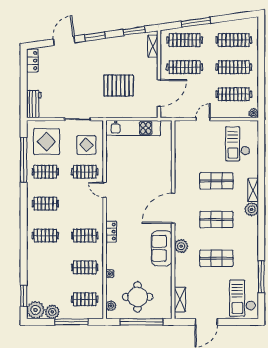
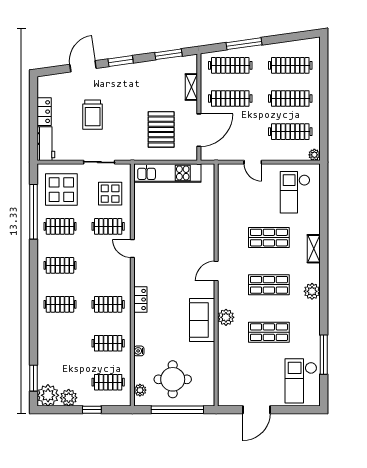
shelving: (153, 46) -> (191, 87), moved
locker: (32, 61) -> (44, 112), moved
trolley: (72, 80) -> (93, 115), added
pallet: (118, 86) -> (161, 129), moved, turned 90
door: (203, 119) -> (253, 162), swing flipped
door: (173, 208) -> (216, 271), width x0.53
plant: (252, 209) -> (312, 291), moved
shelving: (180, 299) -> (224, 382), removed
window: (71, 322) -> (92, 410), width x0.46

